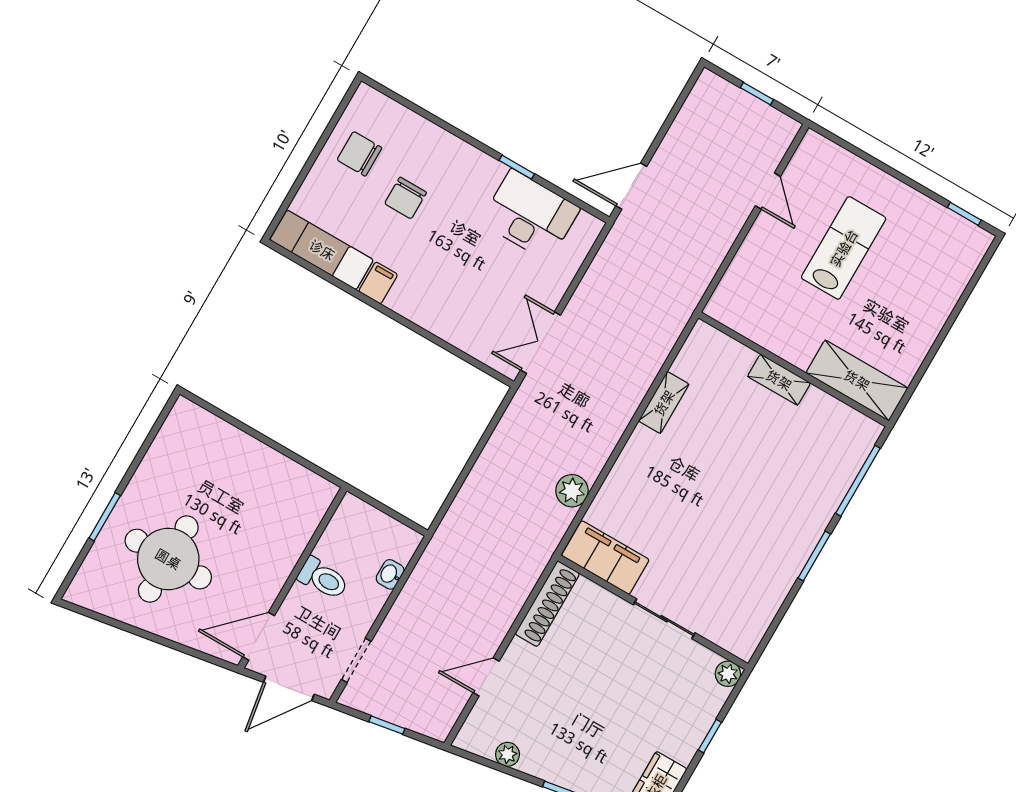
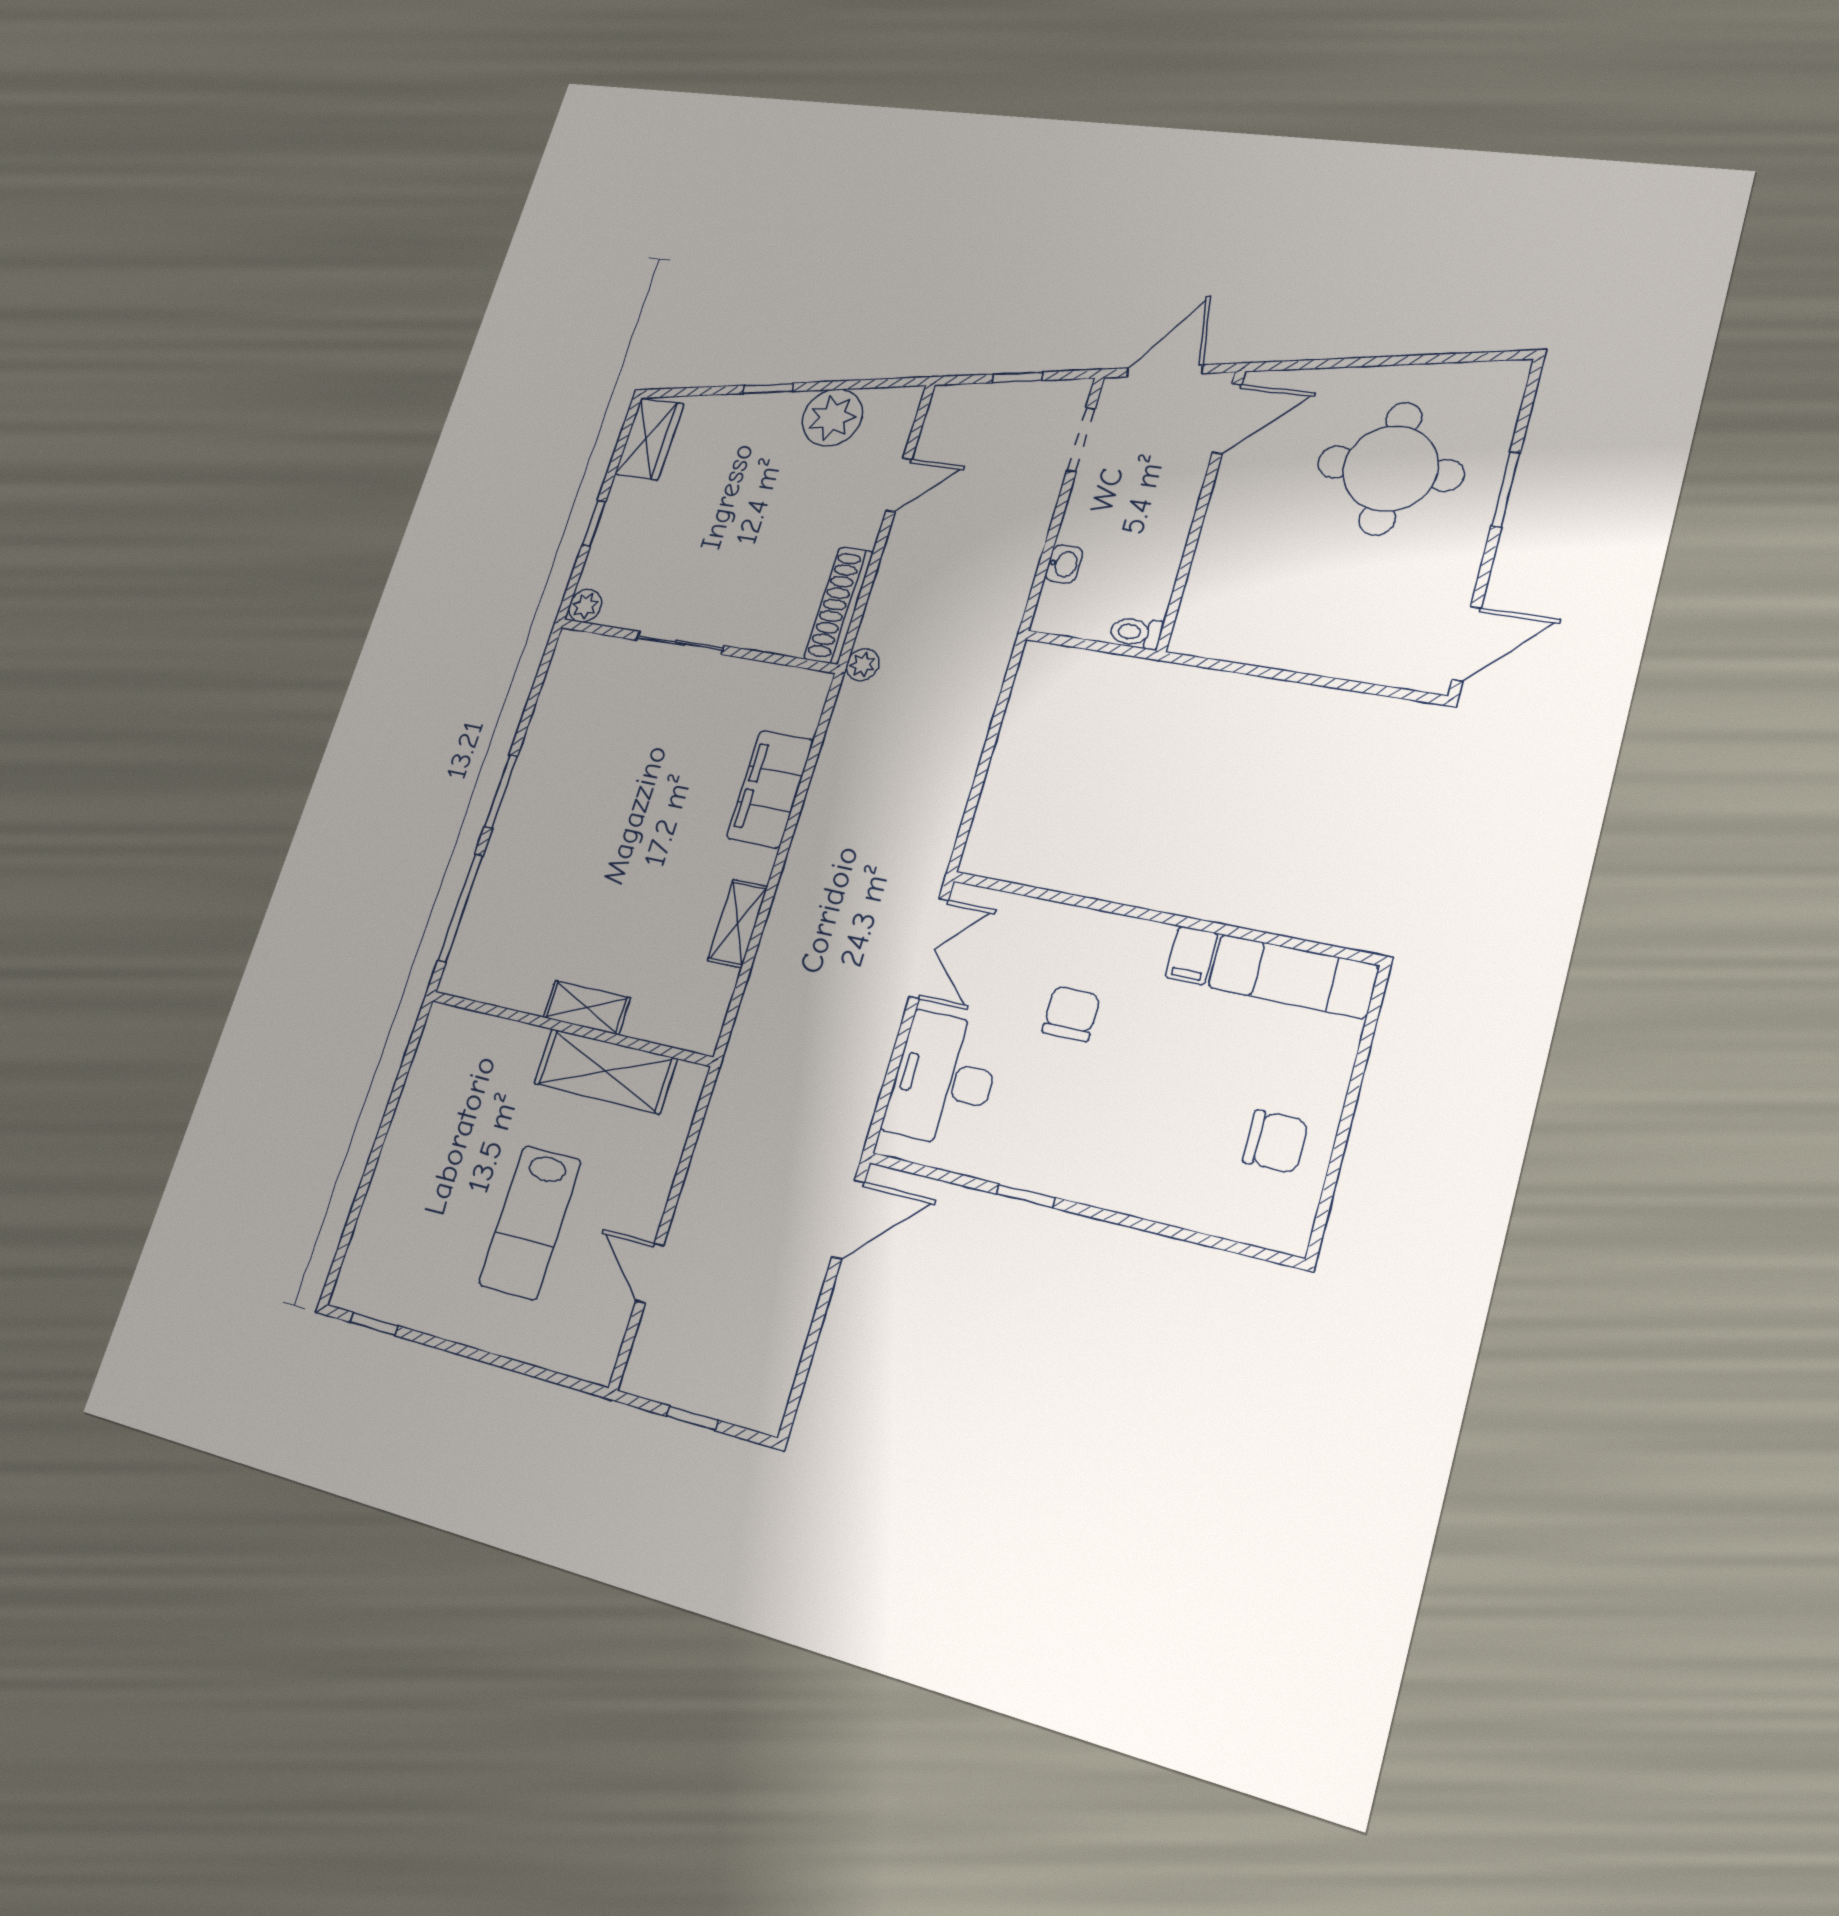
chair: (406, 198) -> (1071, 1014), moved
desk: (530, 215) -> (943, 1079), moved, turned 90
shelving: (857, 380) -> (605, 1071), moved
door: (159, 424) -> (1467, 644), added
plant: (572, 491) -> (863, 665), moved, width x0.73, depth x0.73
filing cabinet: (605, 558) -> (770, 789), moved, turned 90
toilet: (323, 578) -> (1136, 633), moved, width x0.73, depth x0.72
plant: (508, 754) -> (832, 417), width x1.88, depth x1.88

